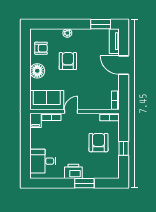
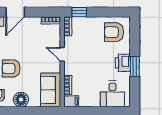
door: (71, 111) -> (62, 54), moved
armchair: (98, 143) -> (114, 32), moved
window: (124, 148) -> (79, 12), moved
window: (84, 183) -> (135, 67), moved

